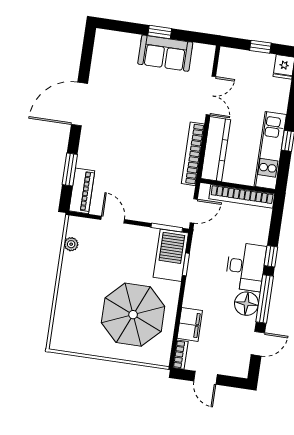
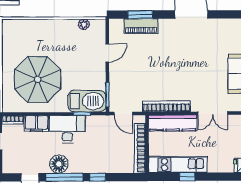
piano: (82, 191) -> (141, 26), moved
desk: (246, 267) -> (67, 129), moved, turned 180

